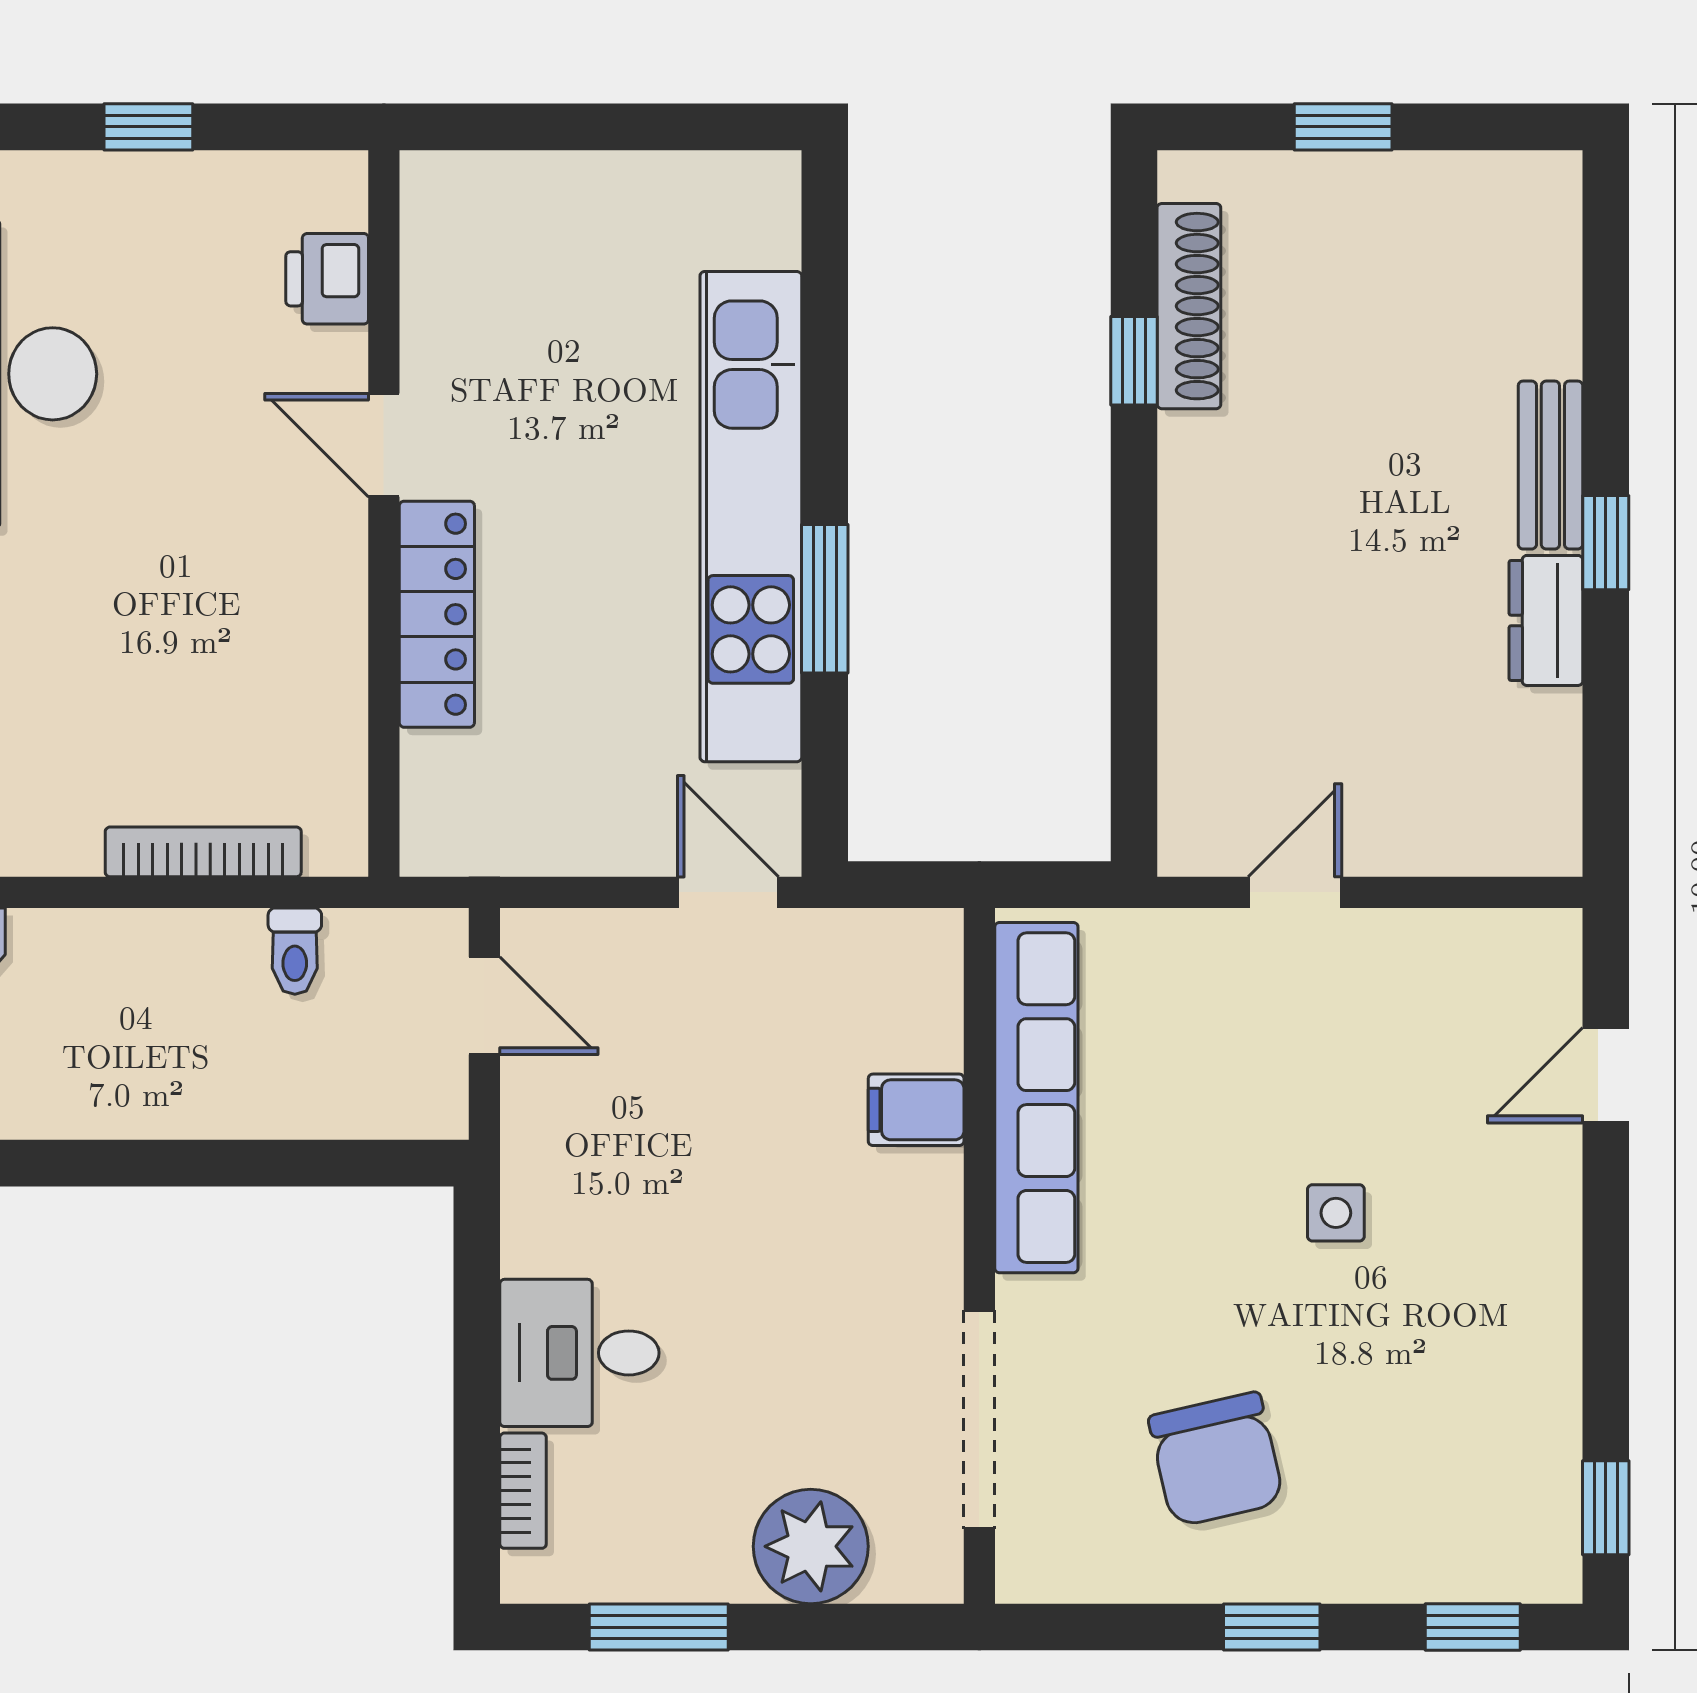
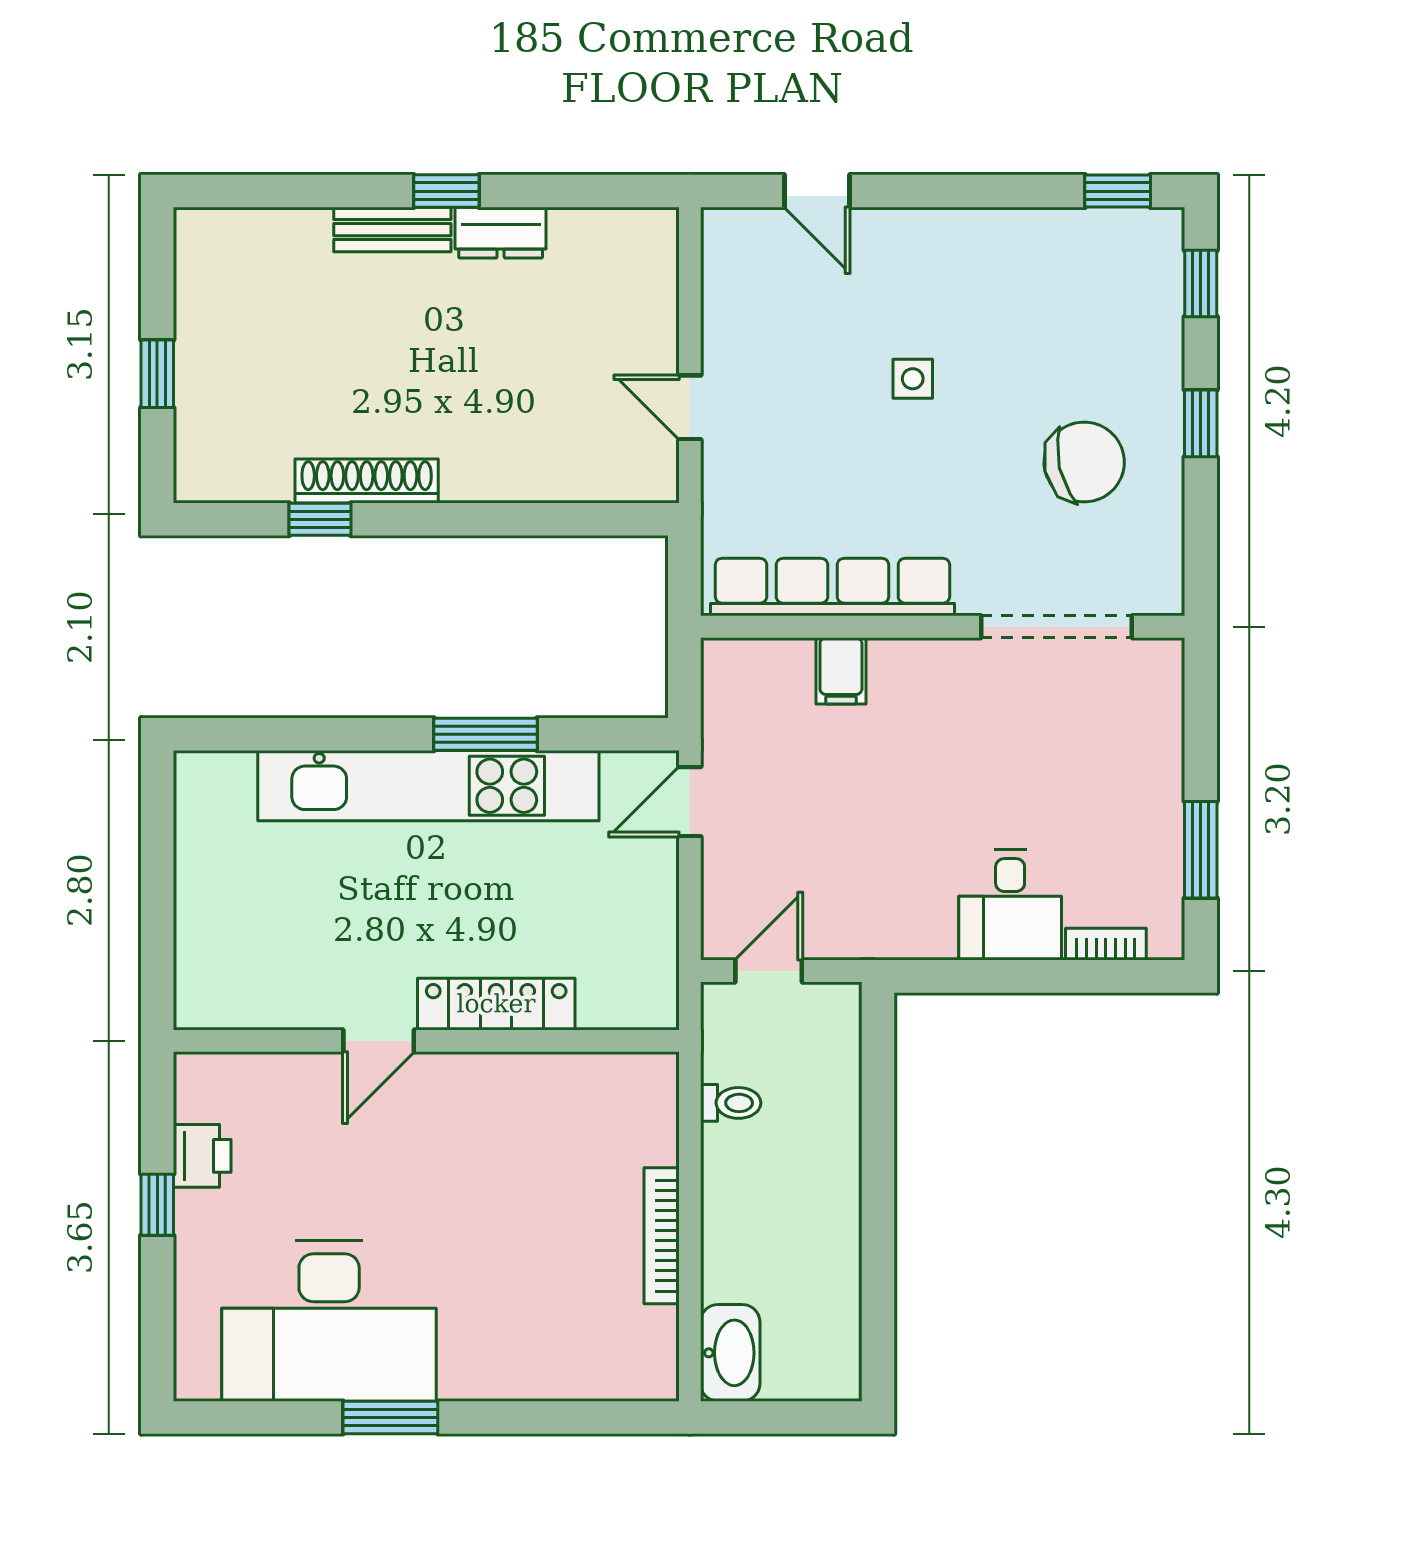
printer: (327, 279) -> (202, 1156), moved, turned -90
shoe rack: (1189, 306) -> (367, 481), moved
bookcase: (203, 852) -> (662, 1236), moved
plant: (811, 1546) -> (1145, 744), removed

